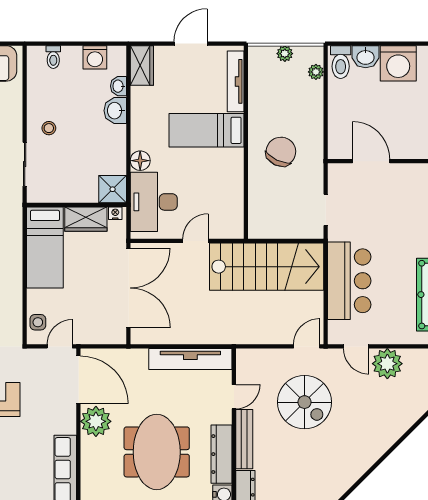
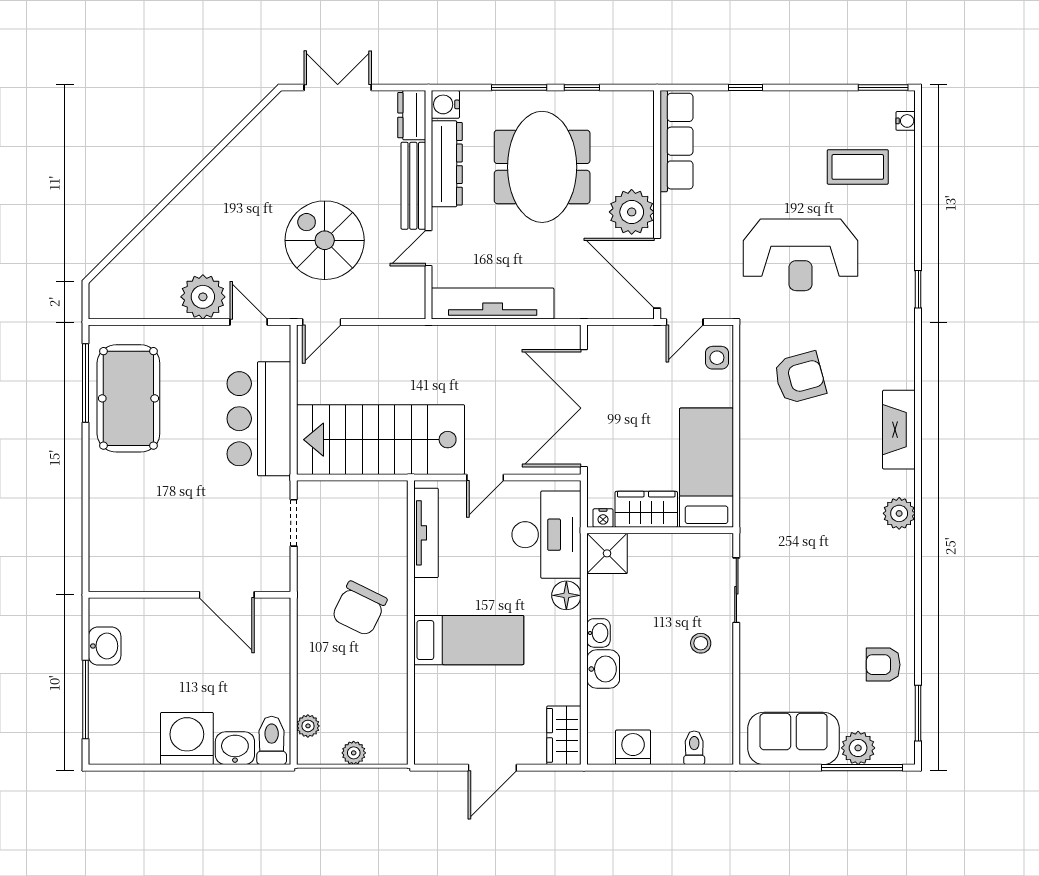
tv unit: (236, 81) -> (426, 533), moved
washbasin: (118, 86) -> (598, 633), moved

